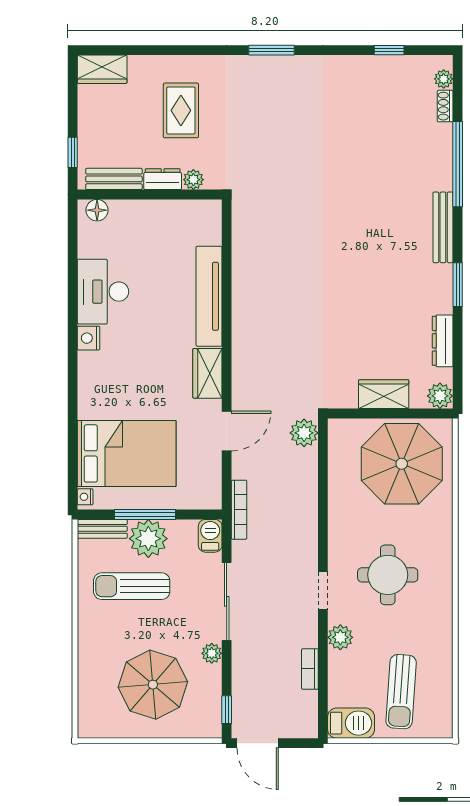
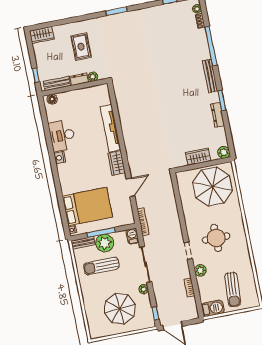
dresser: (443, 341) -> (218, 115), moved
plant: (304, 433) -> (166, 181), removed

